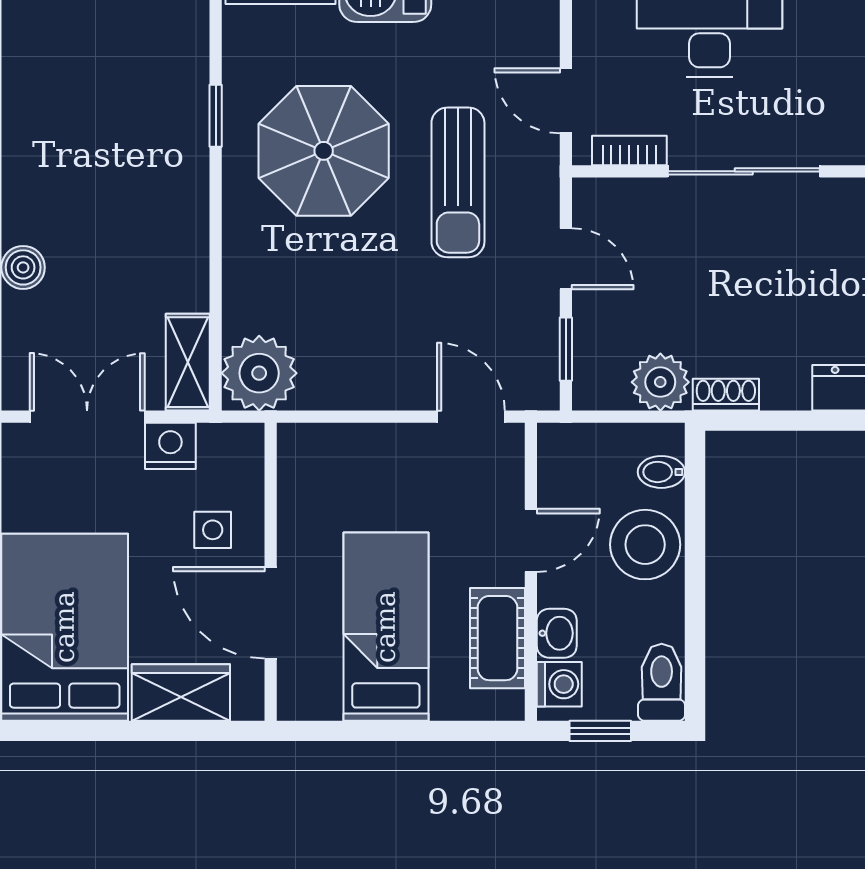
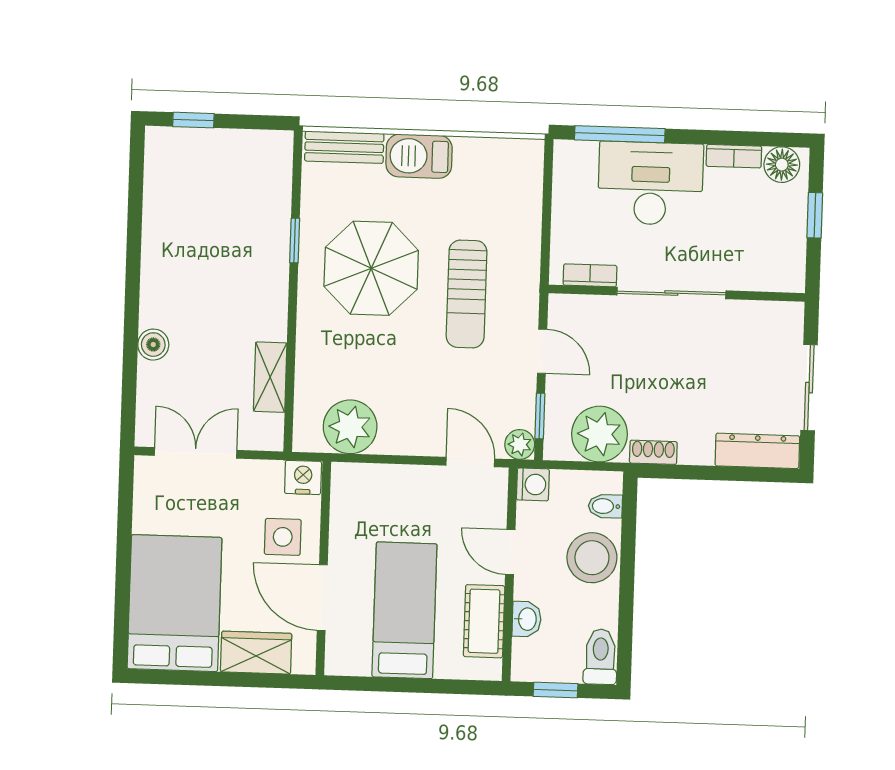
door: (566, 101) -> (546, 238), removed
shelving: (188, 362) -> (270, 377), moved
plant: (259, 373) -> (350, 427), moved
plant: (660, 382) -> (600, 434), width x1.36, depth x1.36
plant: (539, 390) -> (520, 444), added
nightstand: (170, 446) -> (303, 477), moved
side table: (213, 530) -> (283, 537), width x1.37, depth x1.37
door: (531, 540) -> (510, 552), swing flipped
washing machine: (559, 684) -> (533, 484), moved

